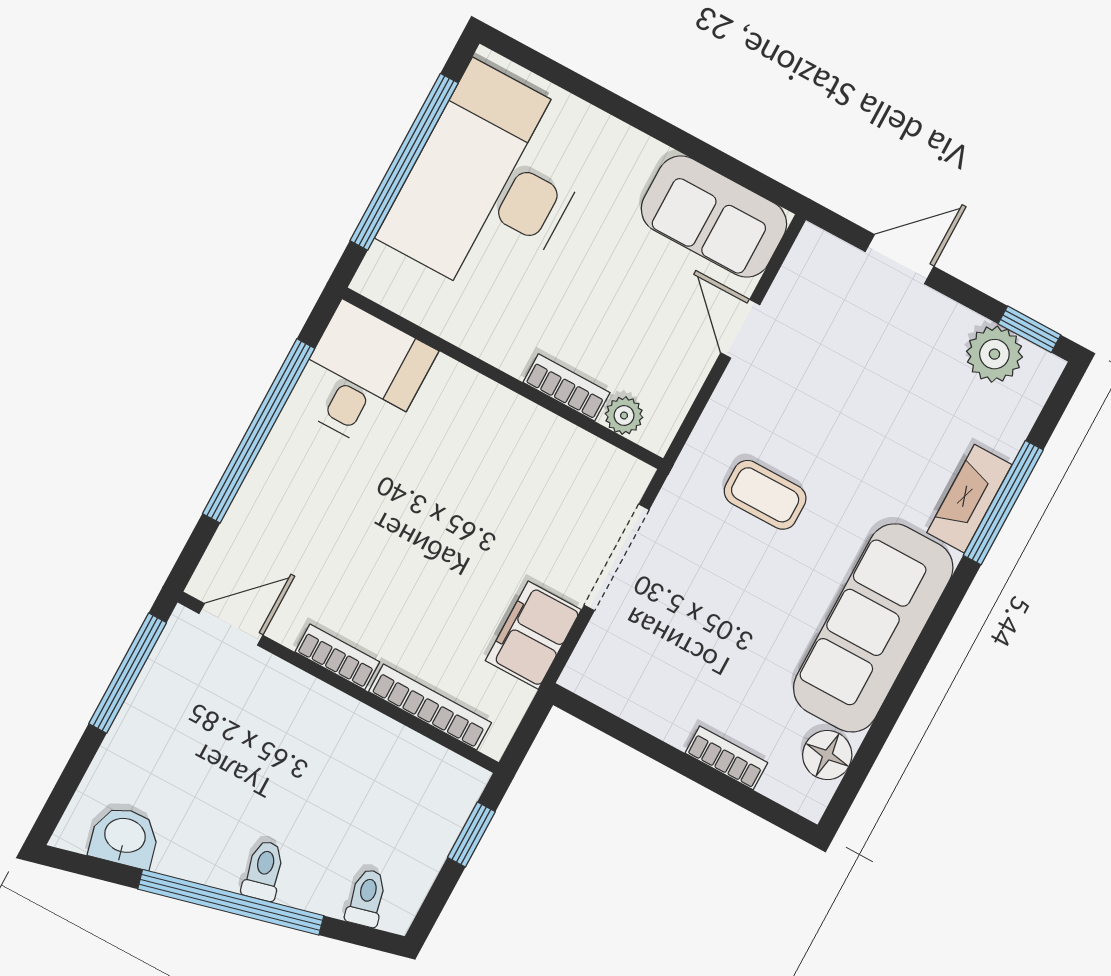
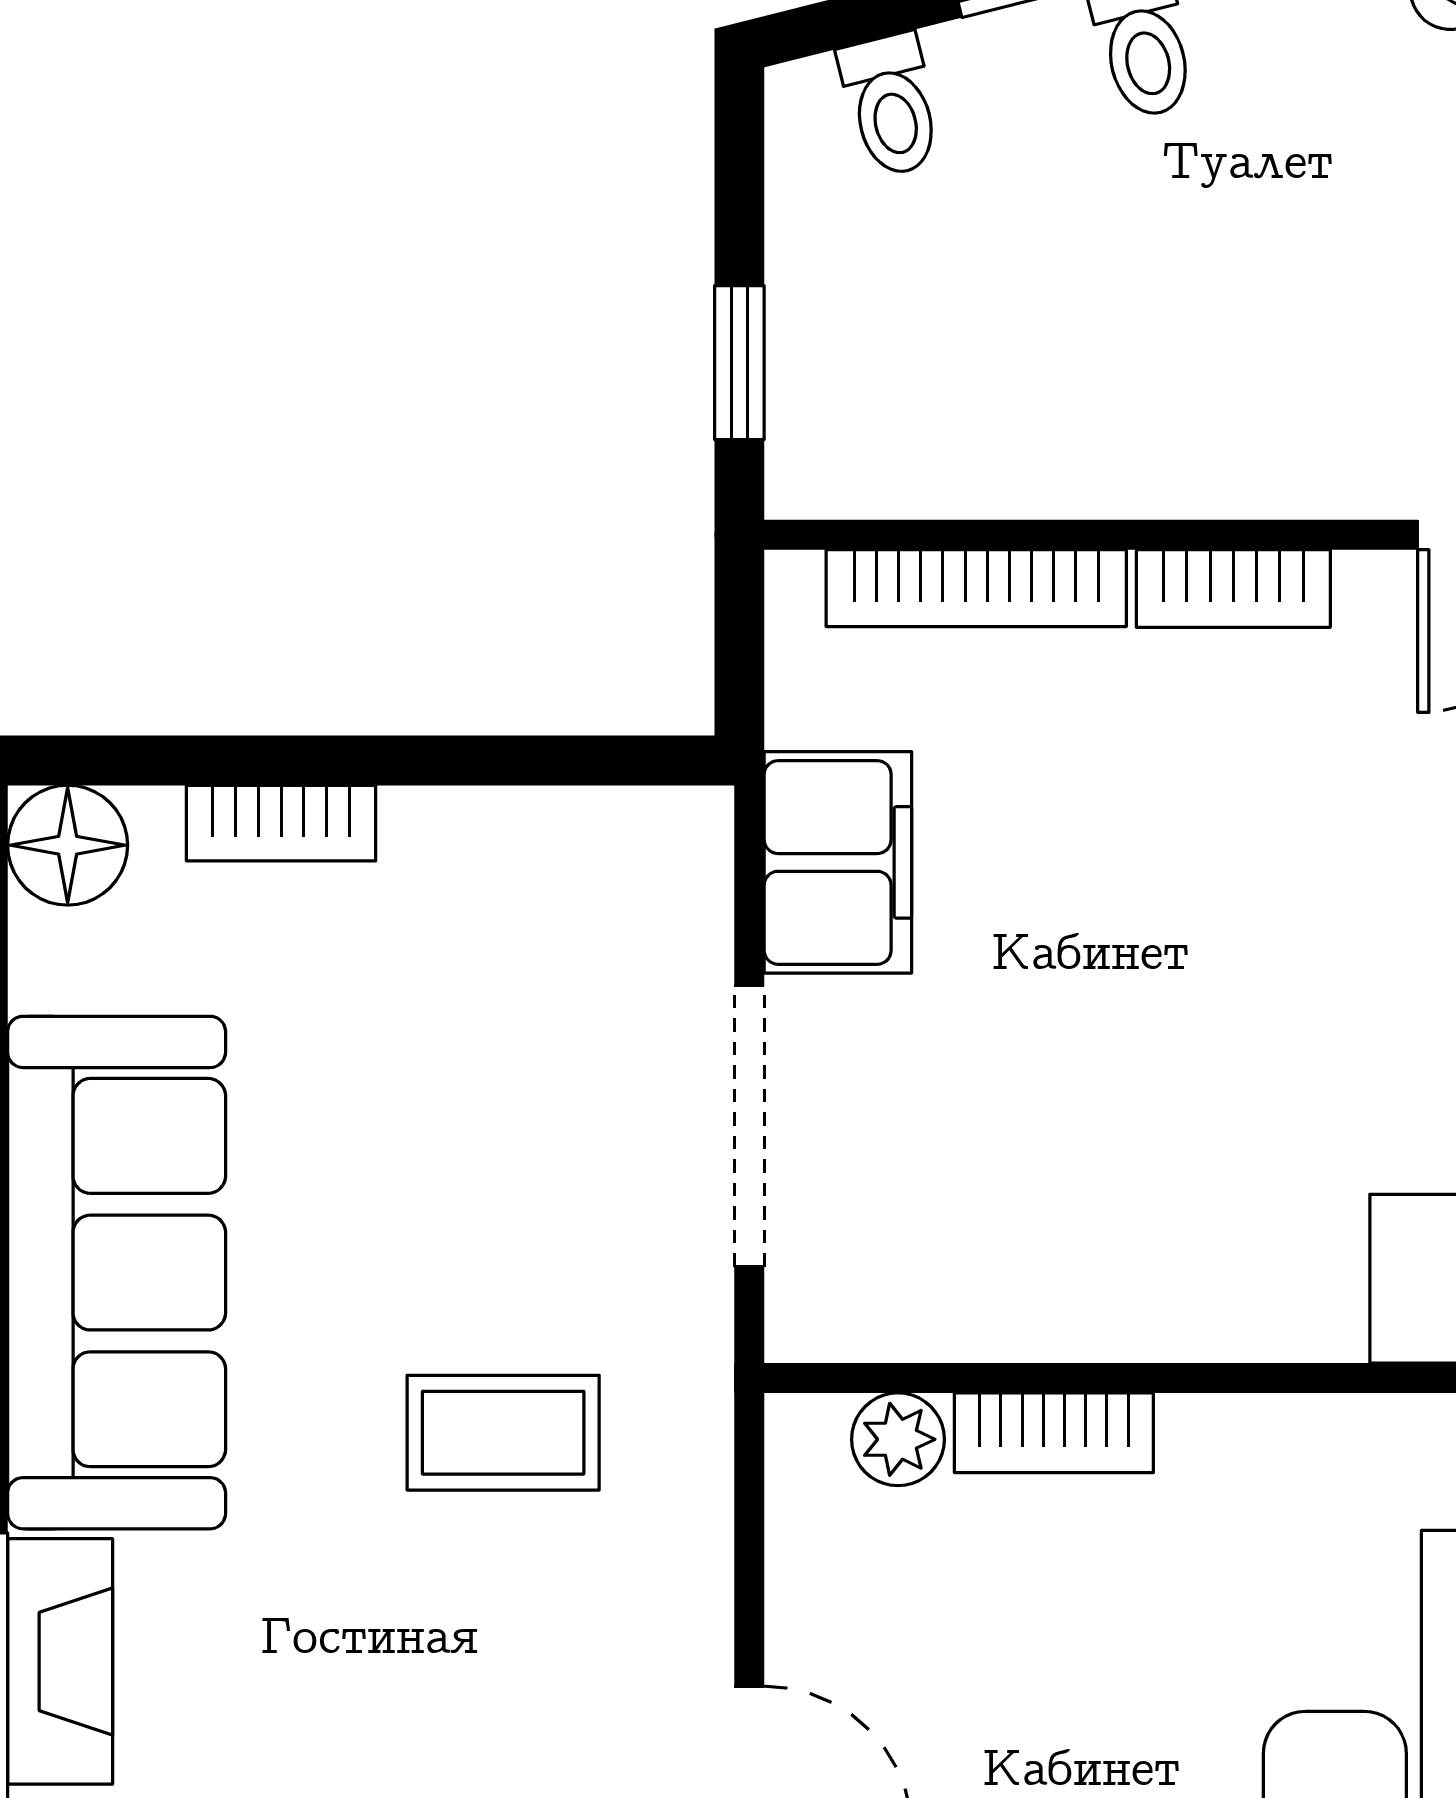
floor lamp: (827, 755) -> (68, 845), moved

